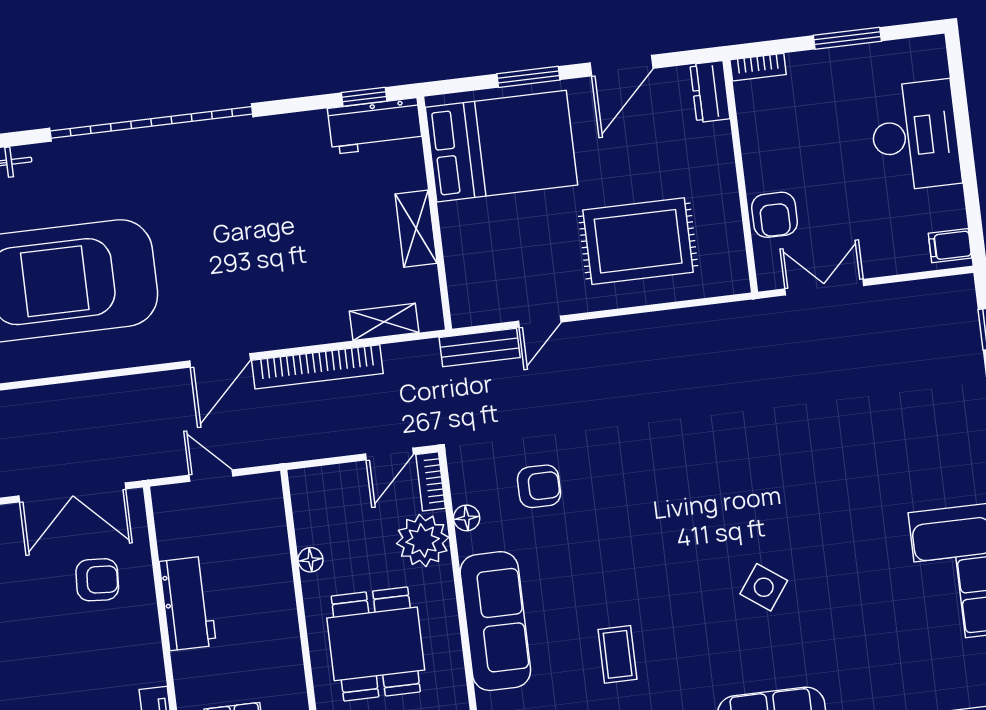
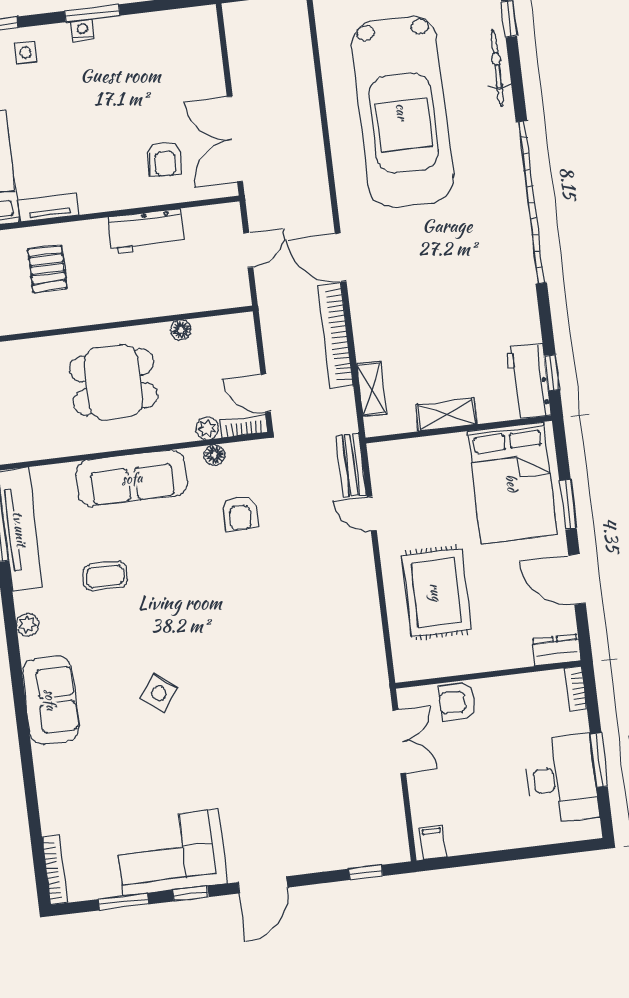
desk: (915, 136) -> (562, 779), moved, turned -90
plant: (423, 540) -> (207, 428), width x0.53, depth x0.53

